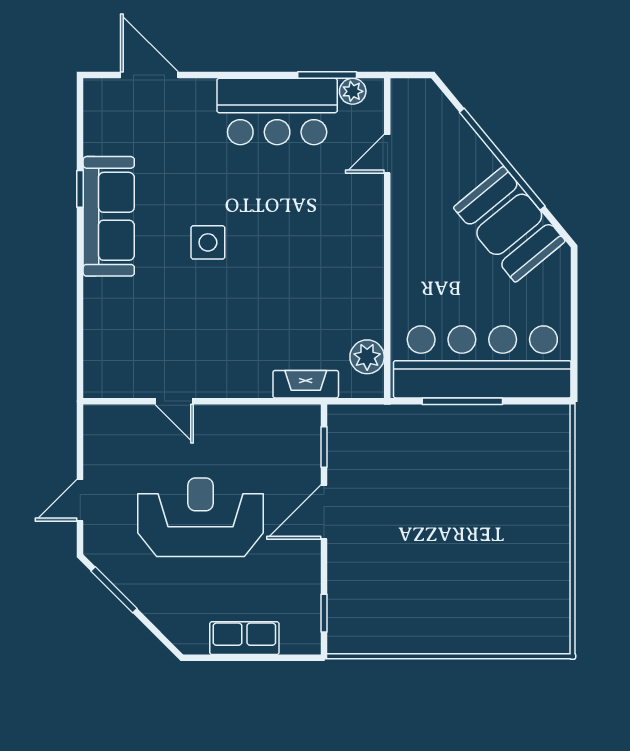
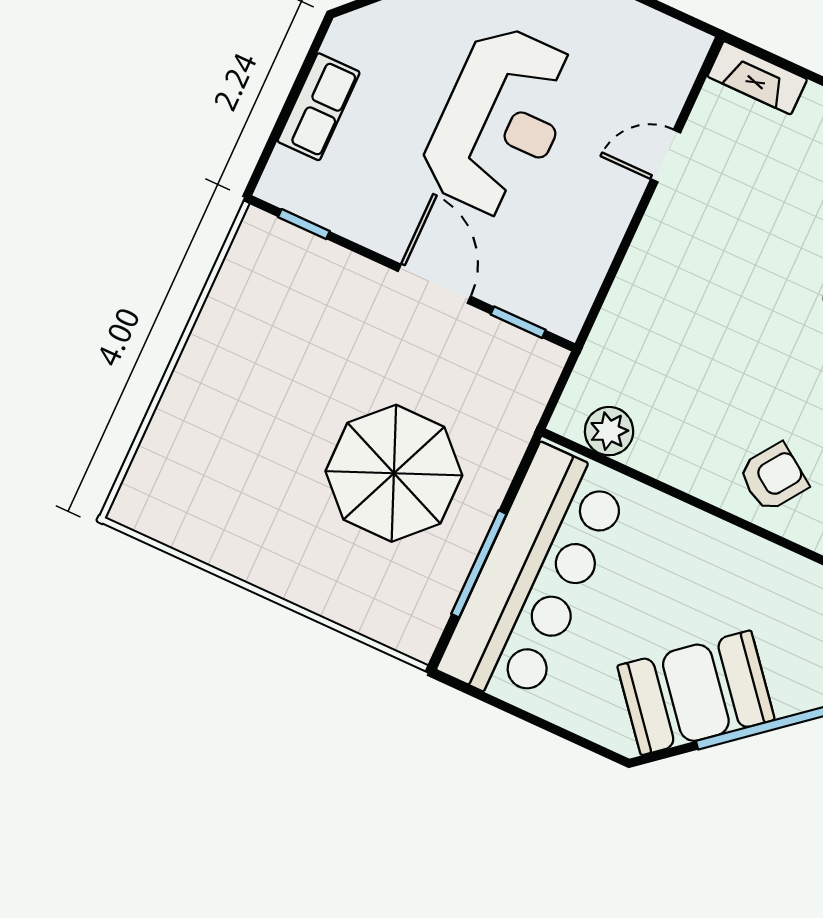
armchair: (349, 238) -> (773, 477), added
fireplace: (306, 384) -> (757, 78), moved, turned 90
window: (462, 401) -> (479, 564), moved
parasol: (457, 482) -> (394, 473), added

